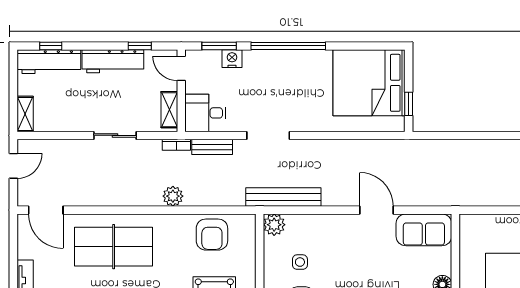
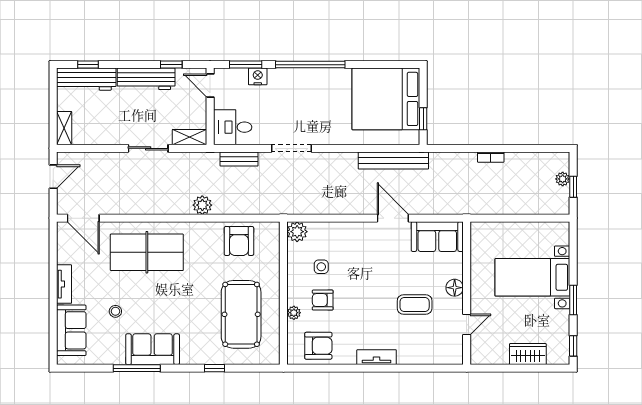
shelving: (169, 110) -> (190, 137), moved, turned 90
bookcase: (176, 145) -> (491, 157), moved
bench: (283, 197) -> (393, 160), moved

